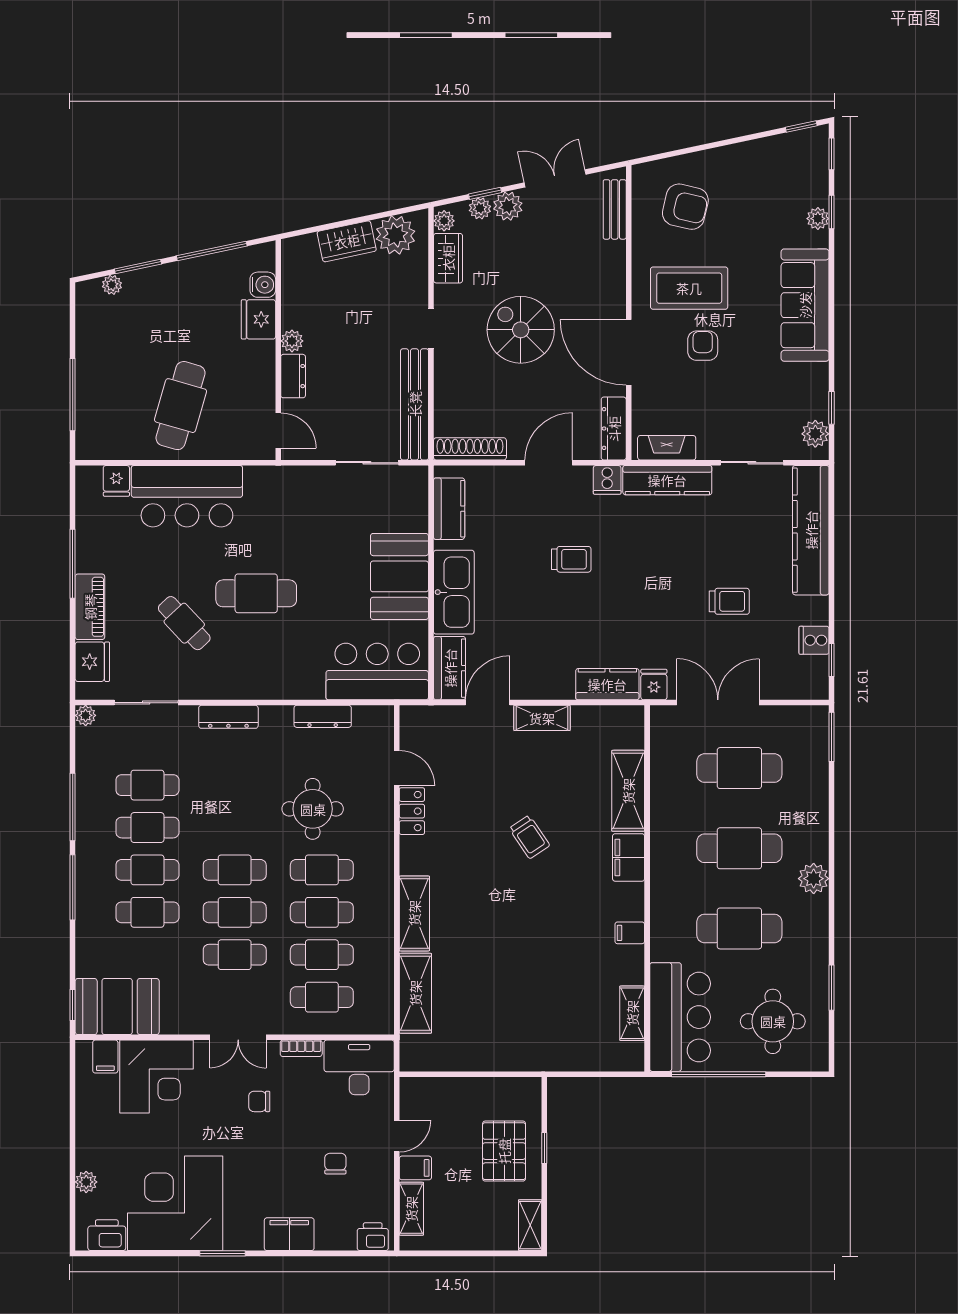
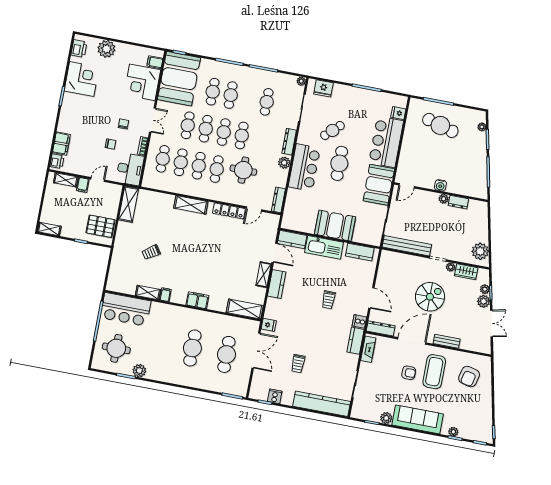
bench: (615, 209) -> (447, 341), moved
plant: (444, 221) -> (451, 267), moved
wardrobe: (347, 241) -> (481, 230), removed
water cooler: (263, 285) -> (440, 185), moved
fridge: (258, 319) -> (455, 186), removed
dresser: (293, 376) -> (458, 202), moved
cafe table: (181, 406) -> (440, 125), moved
plant: (815, 434) -> (386, 418), moved
shoe rack: (470, 449) -> (384, 266), removed
kitchen counter: (667, 480) -> (356, 341), width x0.67
booth: (288, 494) -> (379, 185), added
piano: (90, 607) -> (347, 92), removed
bar counter: (377, 672) -> (304, 167), moved
kitchen counter: (607, 684) -> (277, 284), moved
dresser: (323, 716) -> (278, 200), moved
plant: (278, 719) -> (284, 163), added
shelving: (628, 791) -> (245, 309), moved
locker: (412, 811) -> (229, 211), width x1.53
cafe table: (147, 828) -> (242, 135), moved
trolley: (529, 837) -> (151, 252), moved
plant: (814, 879) -> (139, 371), moved
cafe table: (739, 928) -> (158, 342), removed
shelving: (415, 993) -> (129, 204), moved, turned 90
booth: (117, 1007) -> (179, 79), width x1.36, depth x1.42
shelving: (632, 1013) -> (148, 292), moved
double door: (238, 1037) -> (152, 120), swing flipped
door: (397, 1136) -> (98, 180), swing flipped
pallet: (504, 1151) -> (101, 226), moved
chair: (335, 1164) -> (111, 144), moved
plant: (86, 1182) -> (106, 49), width x1.88, depth x1.88
corner desk: (175, 1203) -> (82, 79), width x0.74, depth x0.74
filing cabinet: (289, 1234) -> (61, 143), moved

